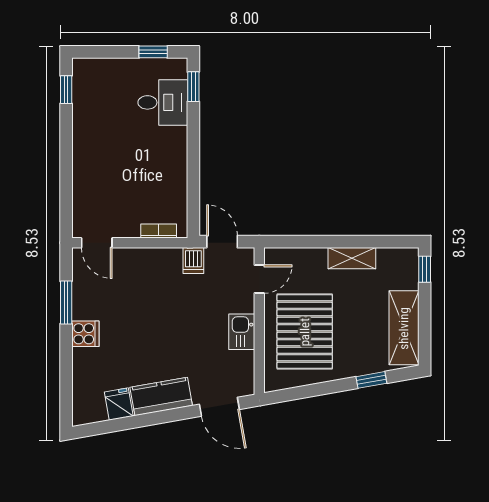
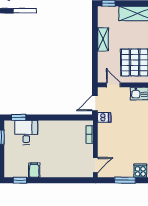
filing cabinet: (87, 118) -> (34, 170), added

